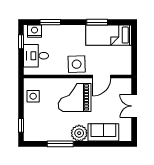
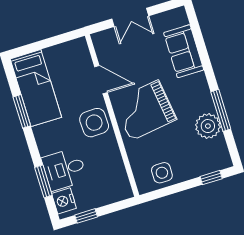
desk: (36, 56) -> (64, 169), moved, turned 90
grand piano: (75, 97) -> (145, 110), turned 82
plant: (79, 133) -> (208, 126), moved

